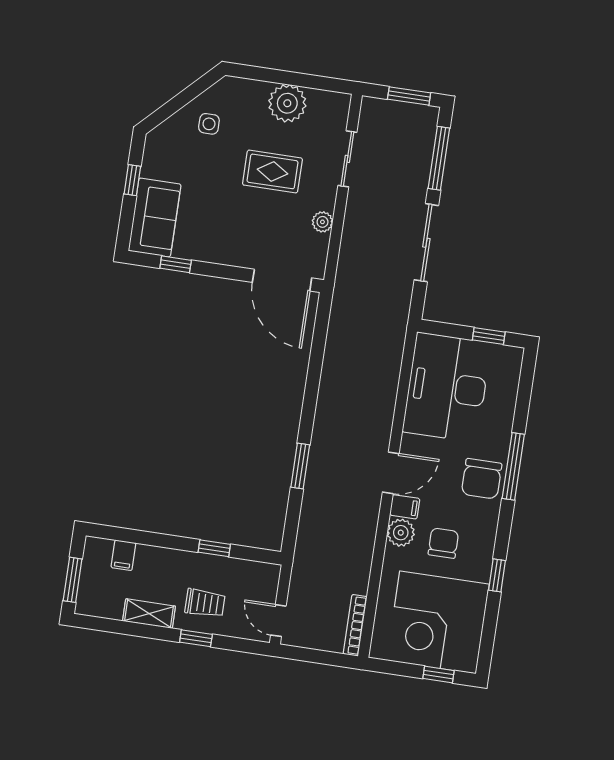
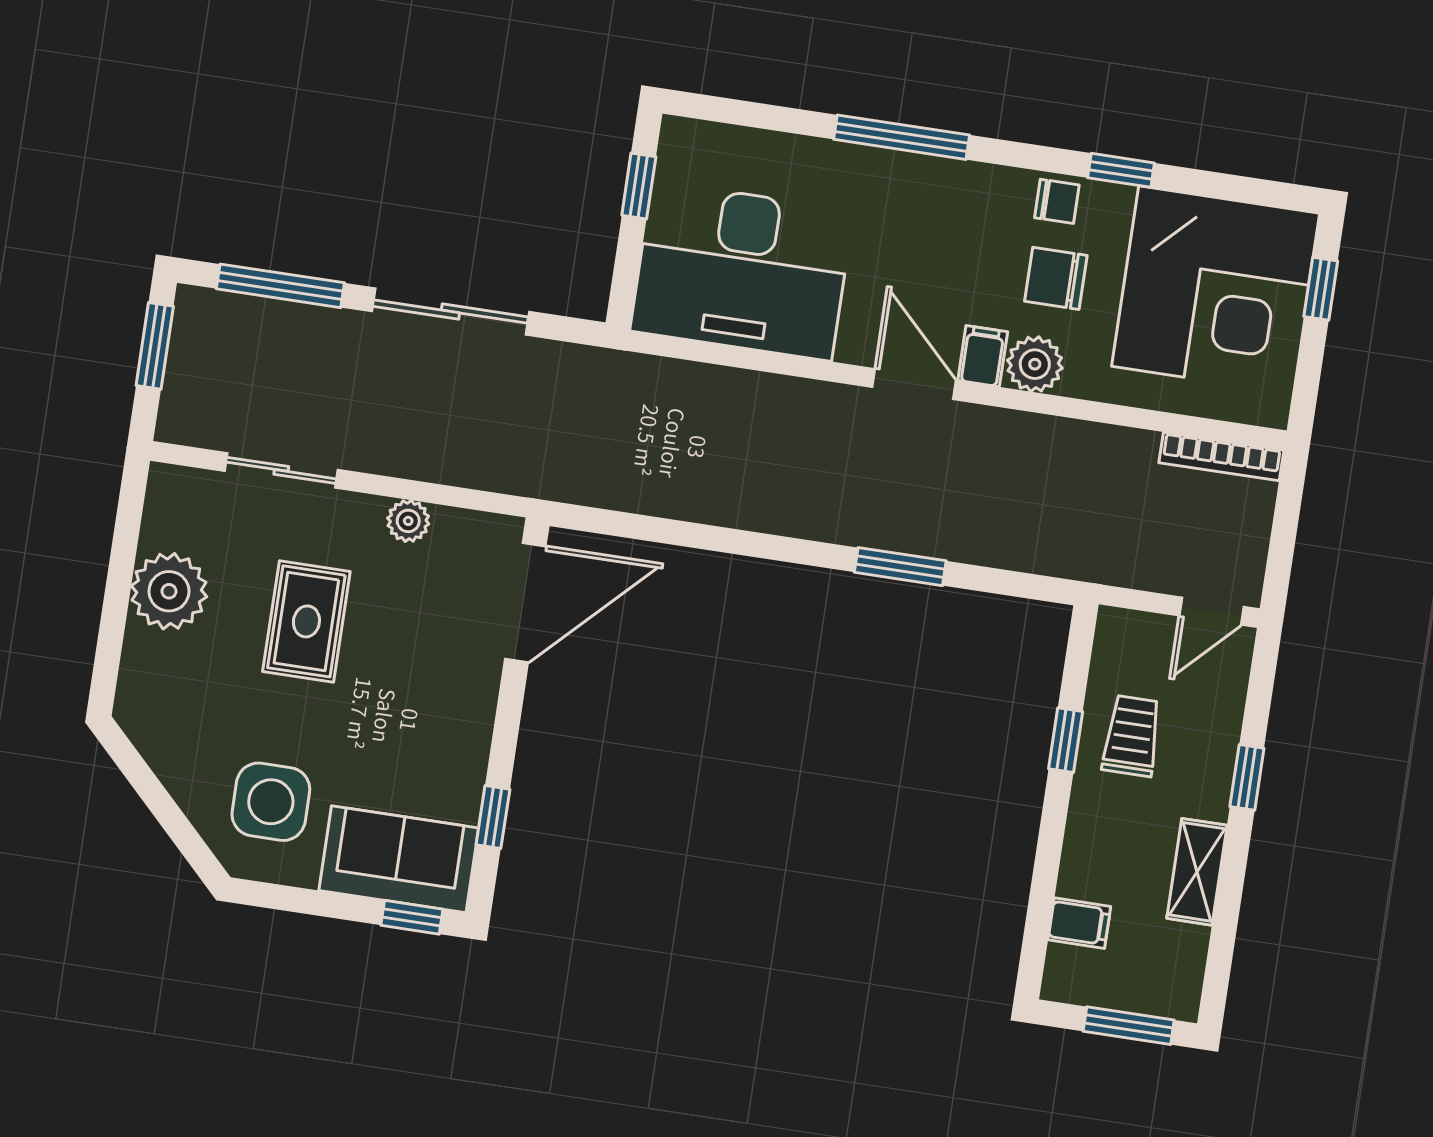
side table: (209, 124) -> (271, 802), moved, width x1.87, depth x1.87
window: (132, 180) -> (412, 917), moved
chair: (482, 479) -> (1057, 201), moved, width x0.54, depth x0.54
trolley: (205, 603) -> (1132, 736), moved

